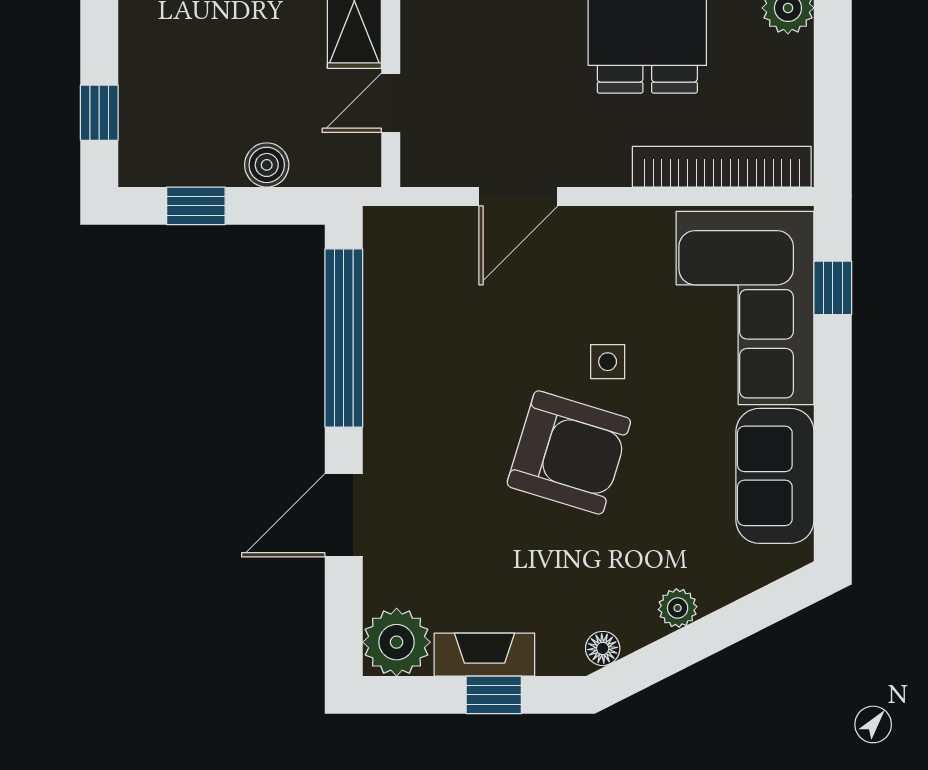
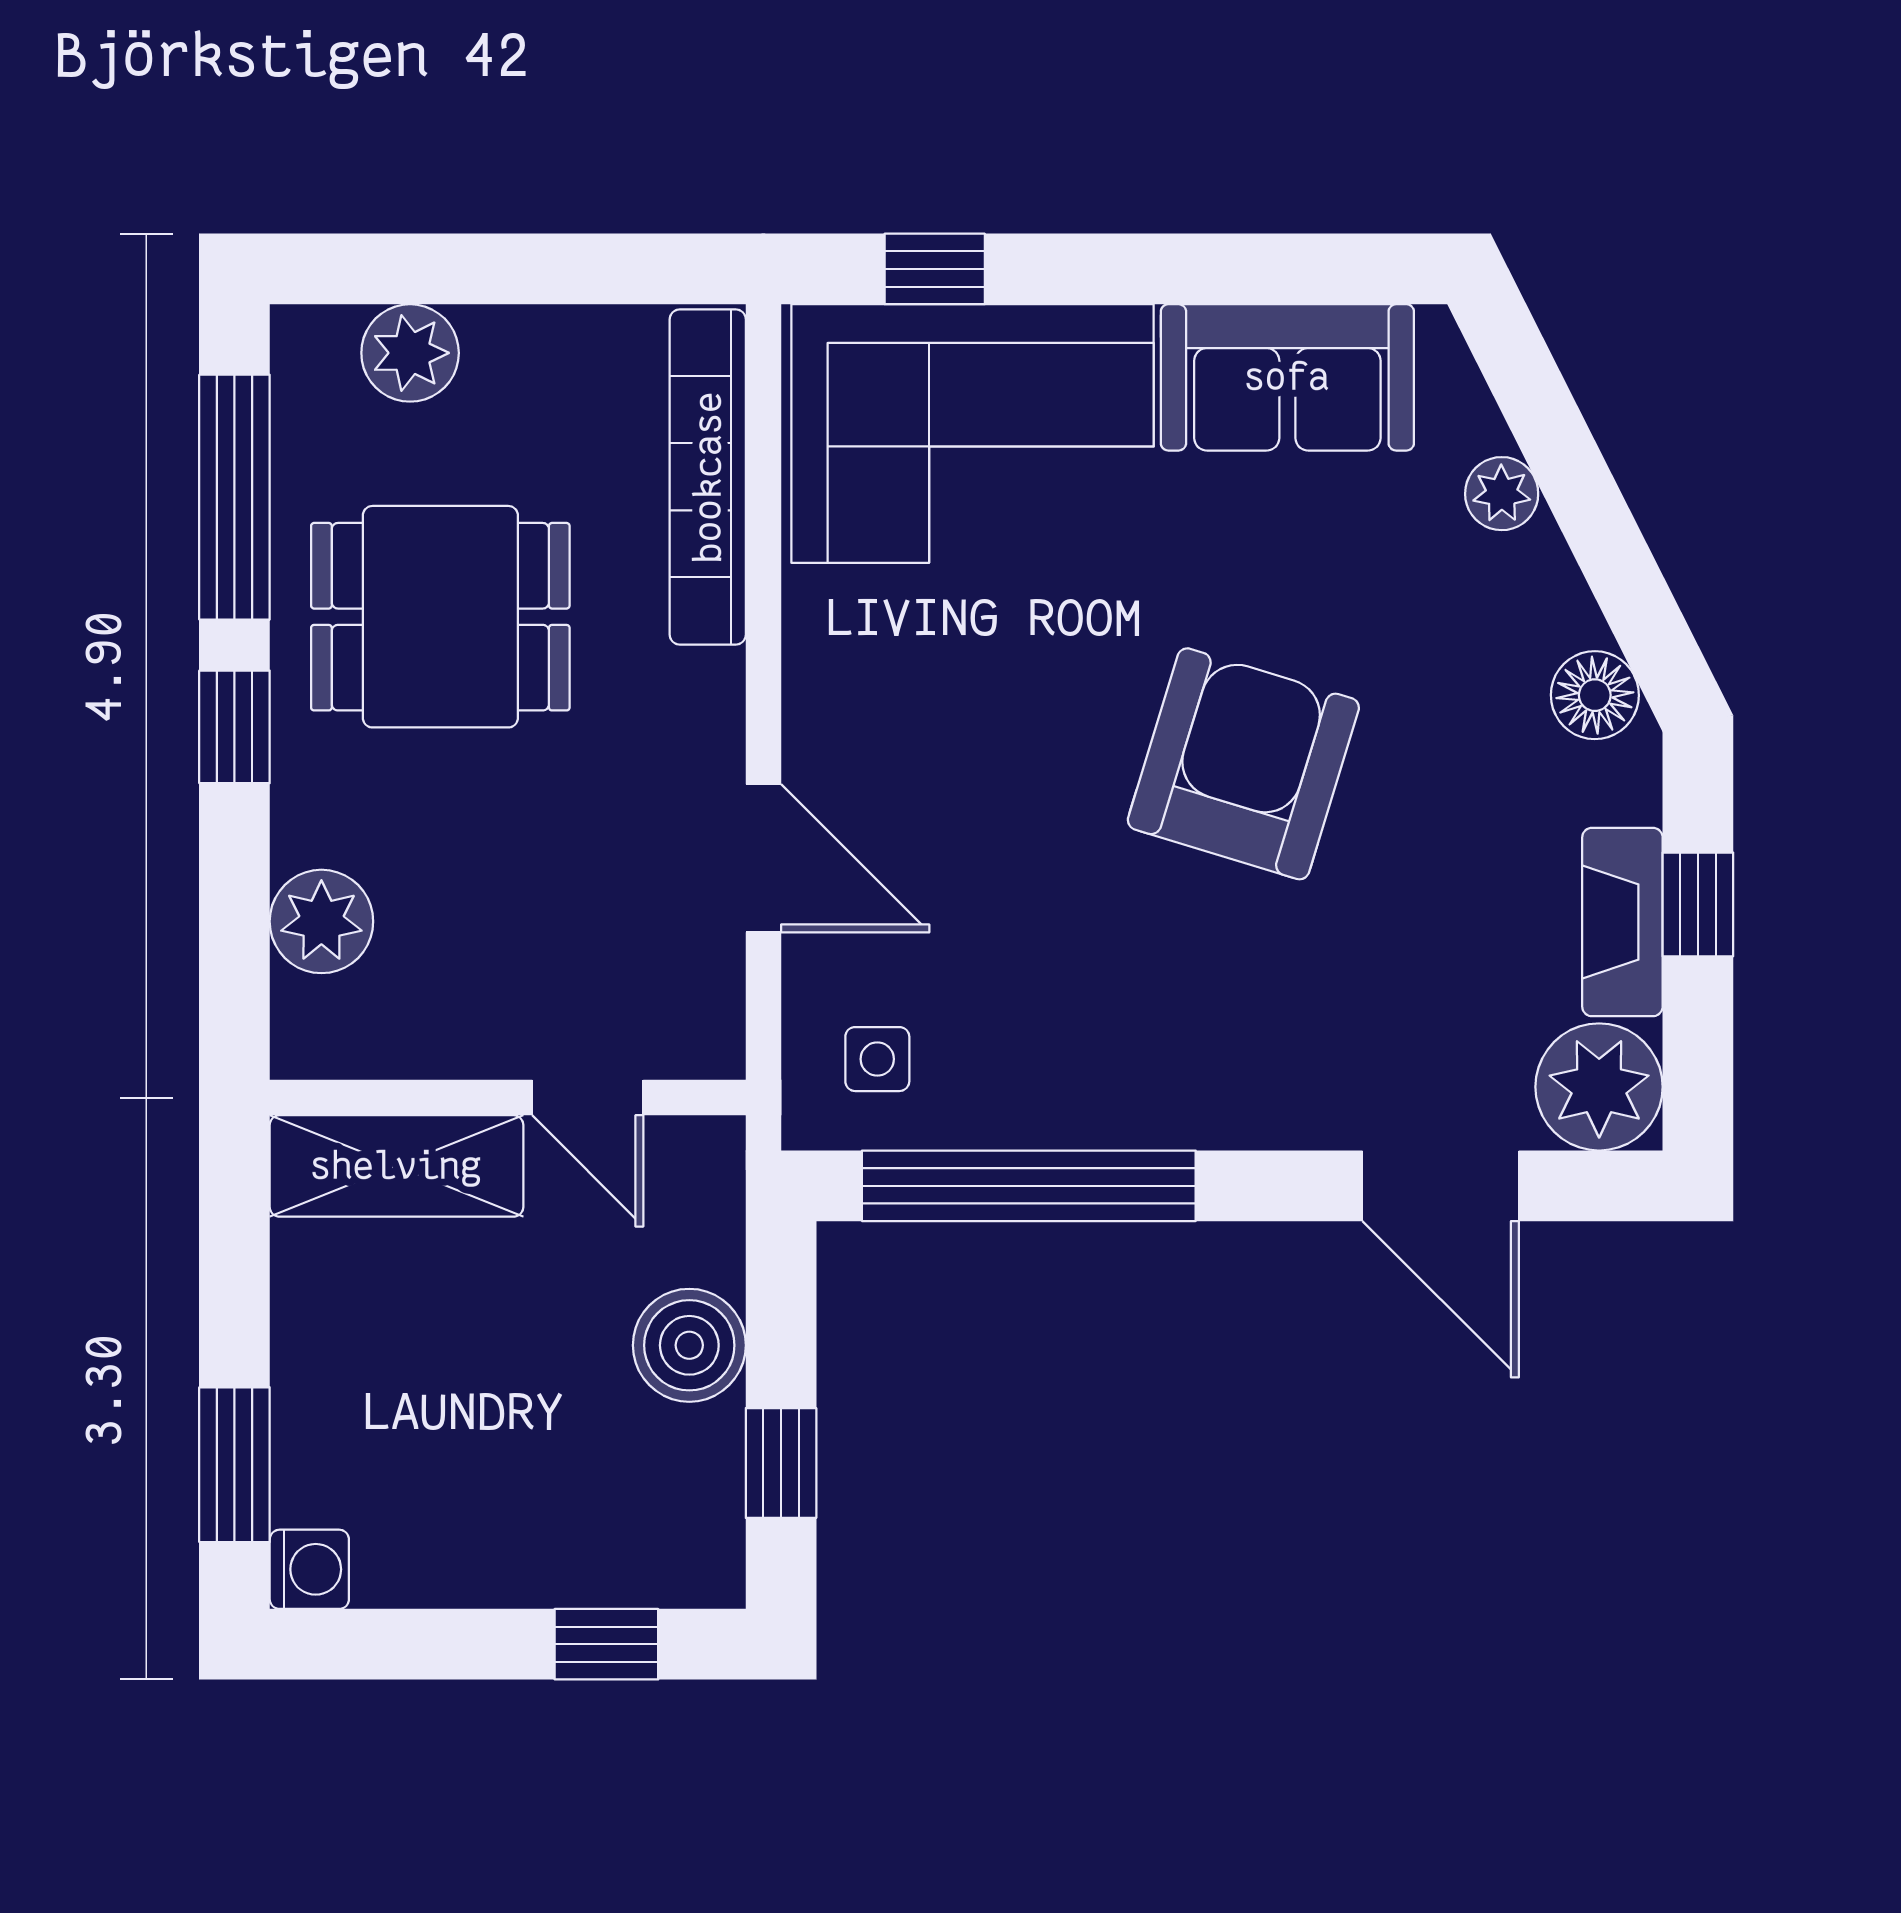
boiler: (267, 165) -> (689, 1345), width x1.36, depth x1.36
side table: (608, 362) -> (877, 1059), moved
door: (344, 515) -> (1441, 1186), moved
plant: (678, 608) -> (1502, 494), moved
floor lamp: (603, 648) -> (1595, 695), width x1.37, depth x1.37

